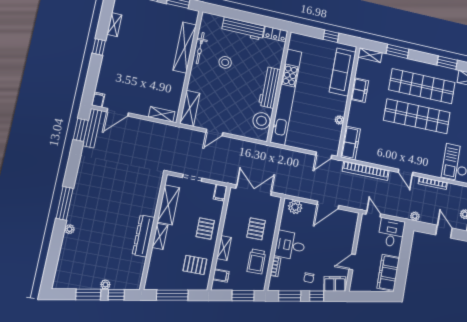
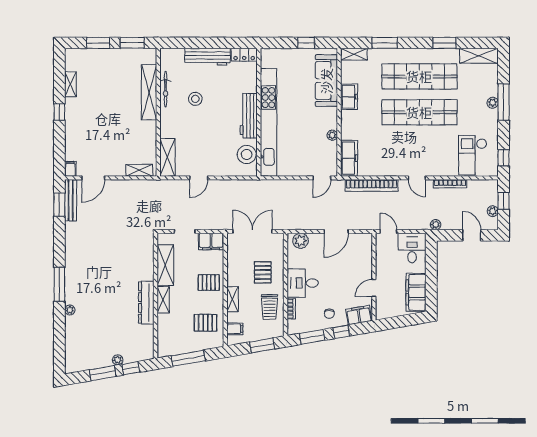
filing cabinet: (220, 193) -> (211, 241), width x2.00
pallet: (205, 229) -> (209, 283), turned 90

